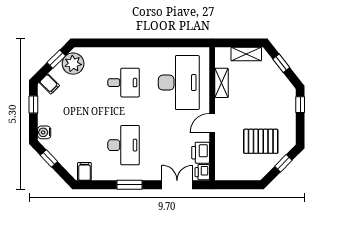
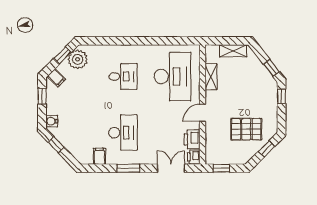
window: (281, 63) -> (271, 68), moved
filing cabinet: (84, 171) -> (99, 156), moved
window: (233, 185) -> (221, 168), added

